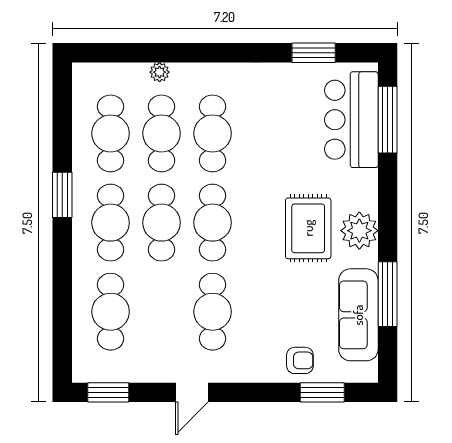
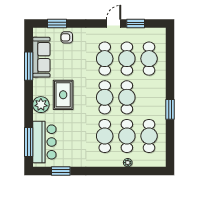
cafe table: (111, 223) -> (127, 59), moved
plant: (359, 231) -> (41, 105), moved
window: (108, 392) -> (136, 24), moved

